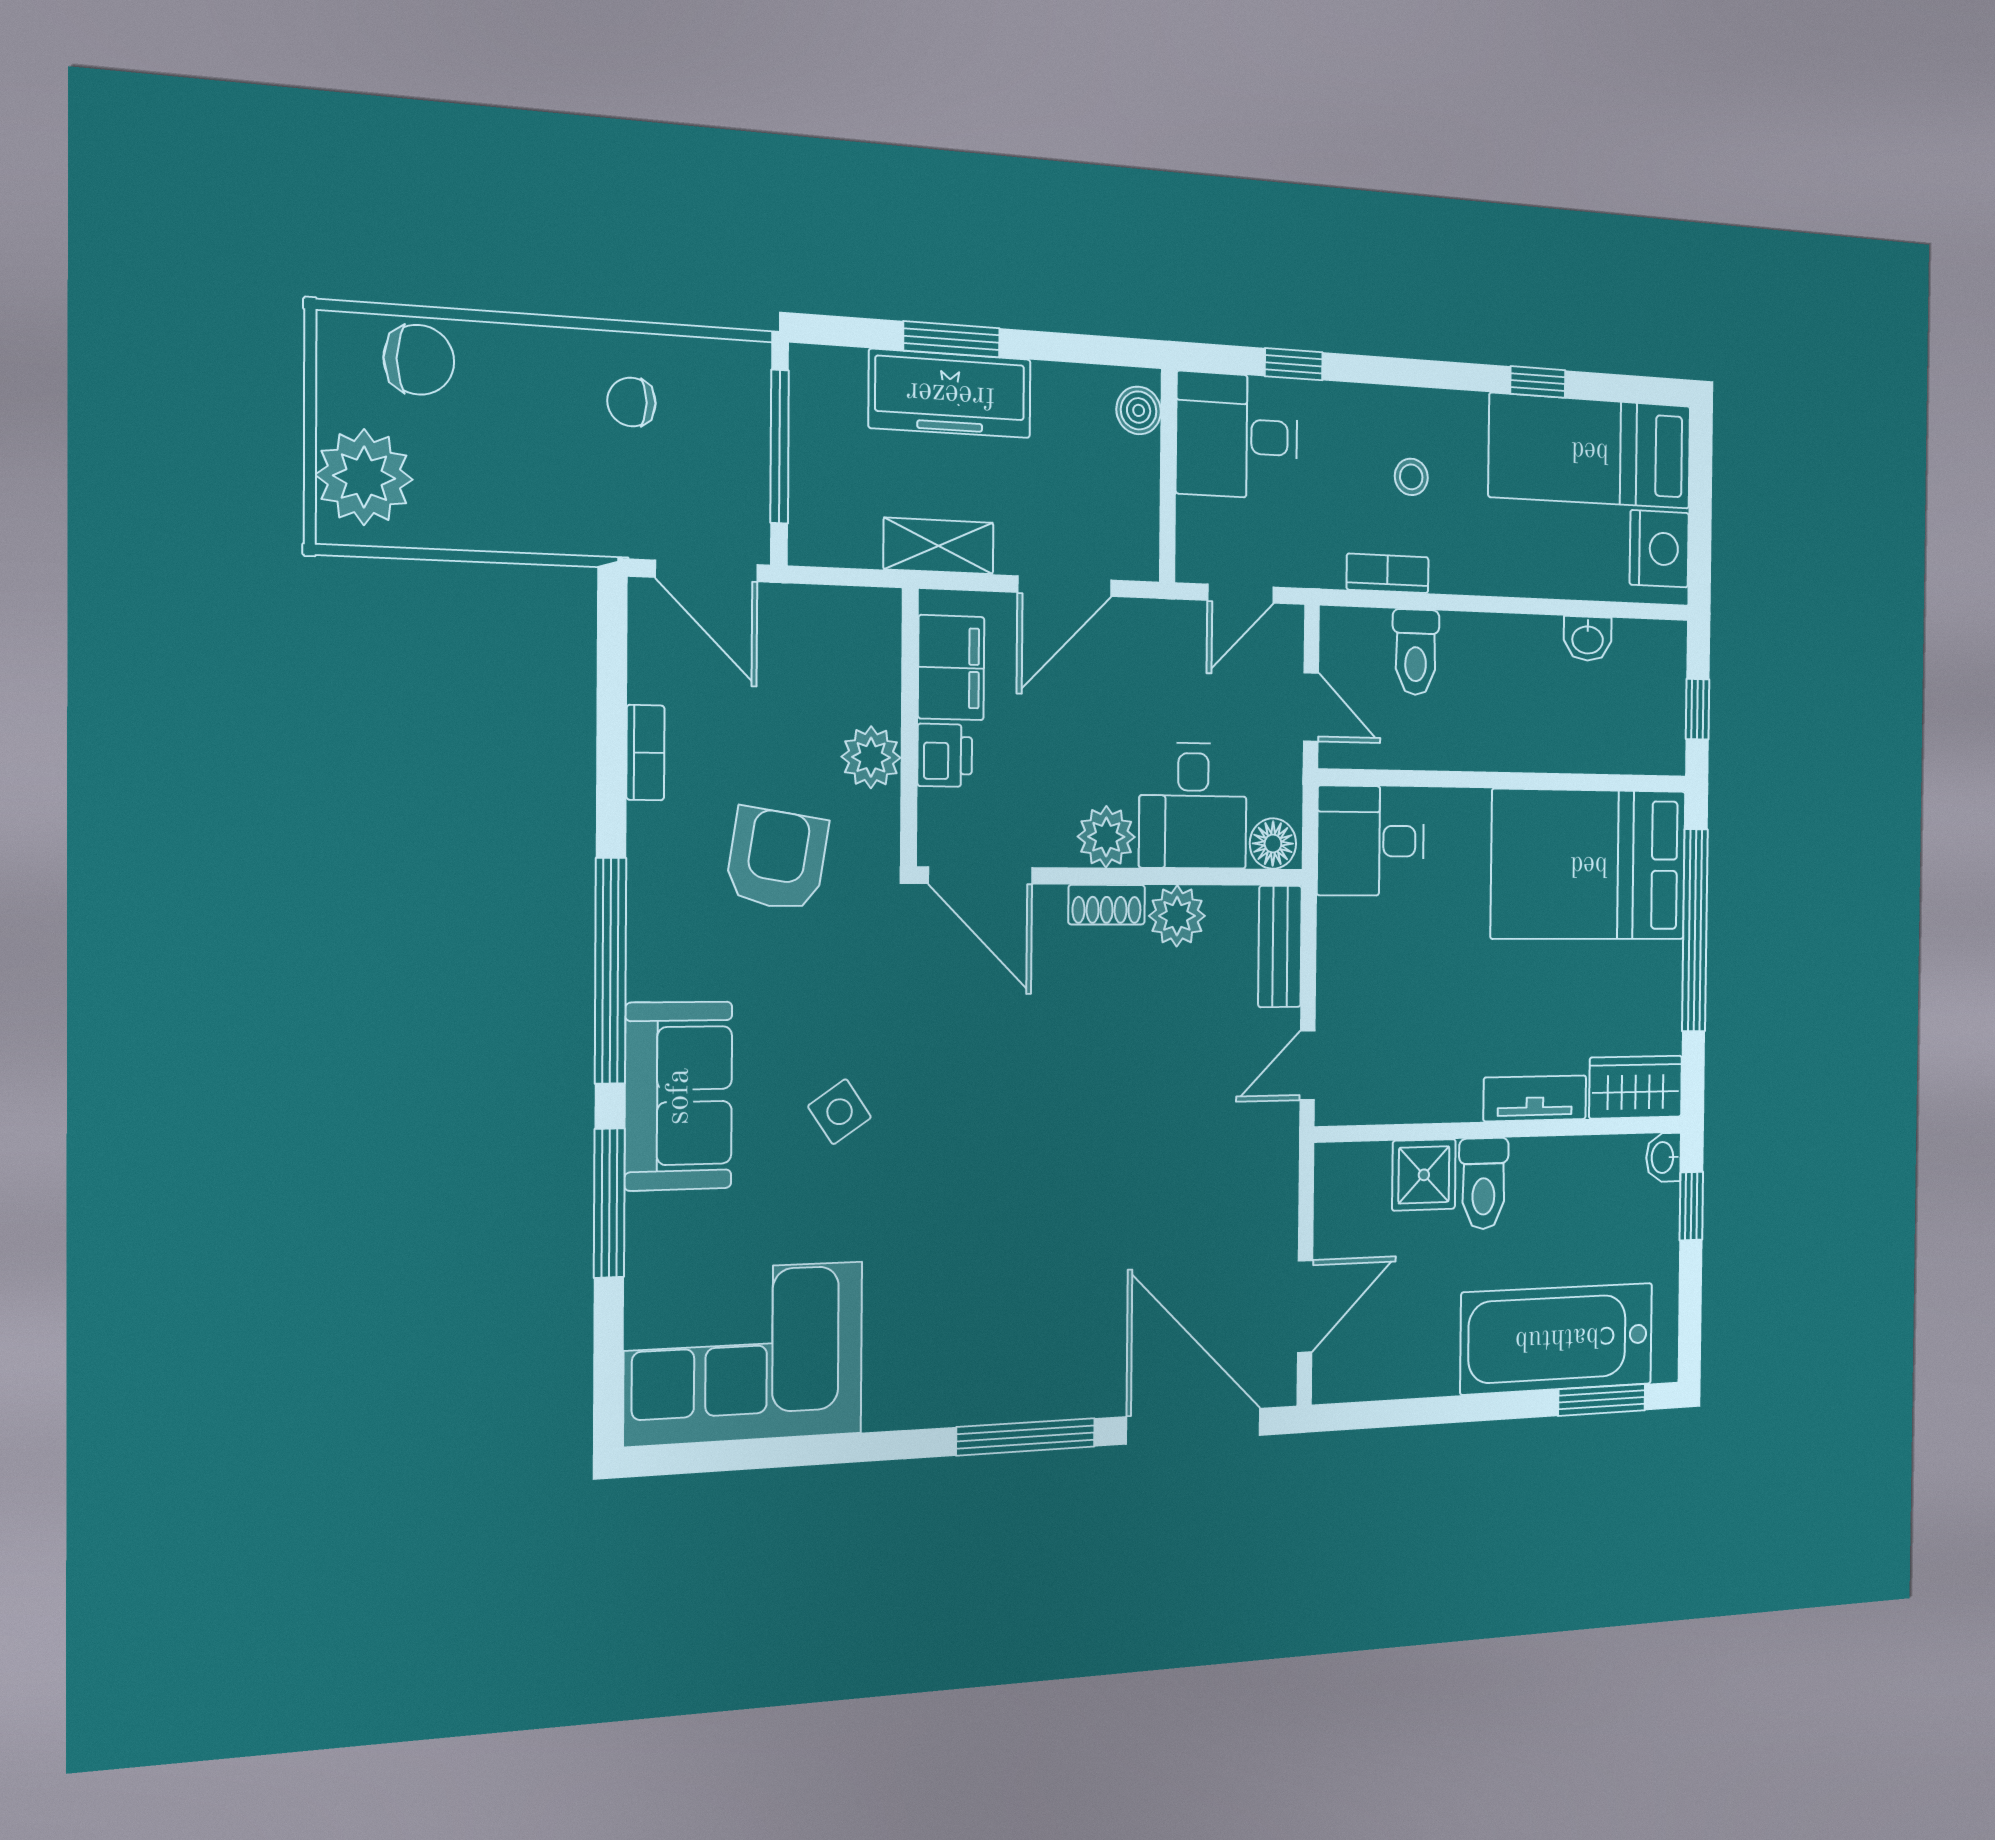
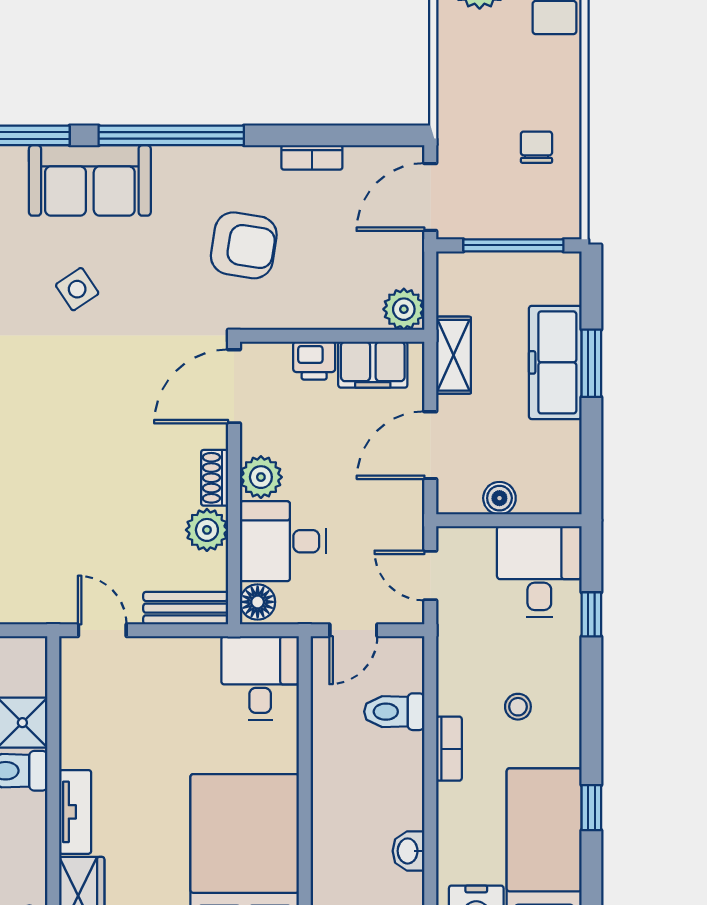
boiler: (1139, 410) -> (499, 498), moved
bookcase: (1388, 573) -> (449, 749), moved
door: (1065, 586) -> (430, 445), hinge flipped
plant: (871, 757) -> (404, 309), moved

